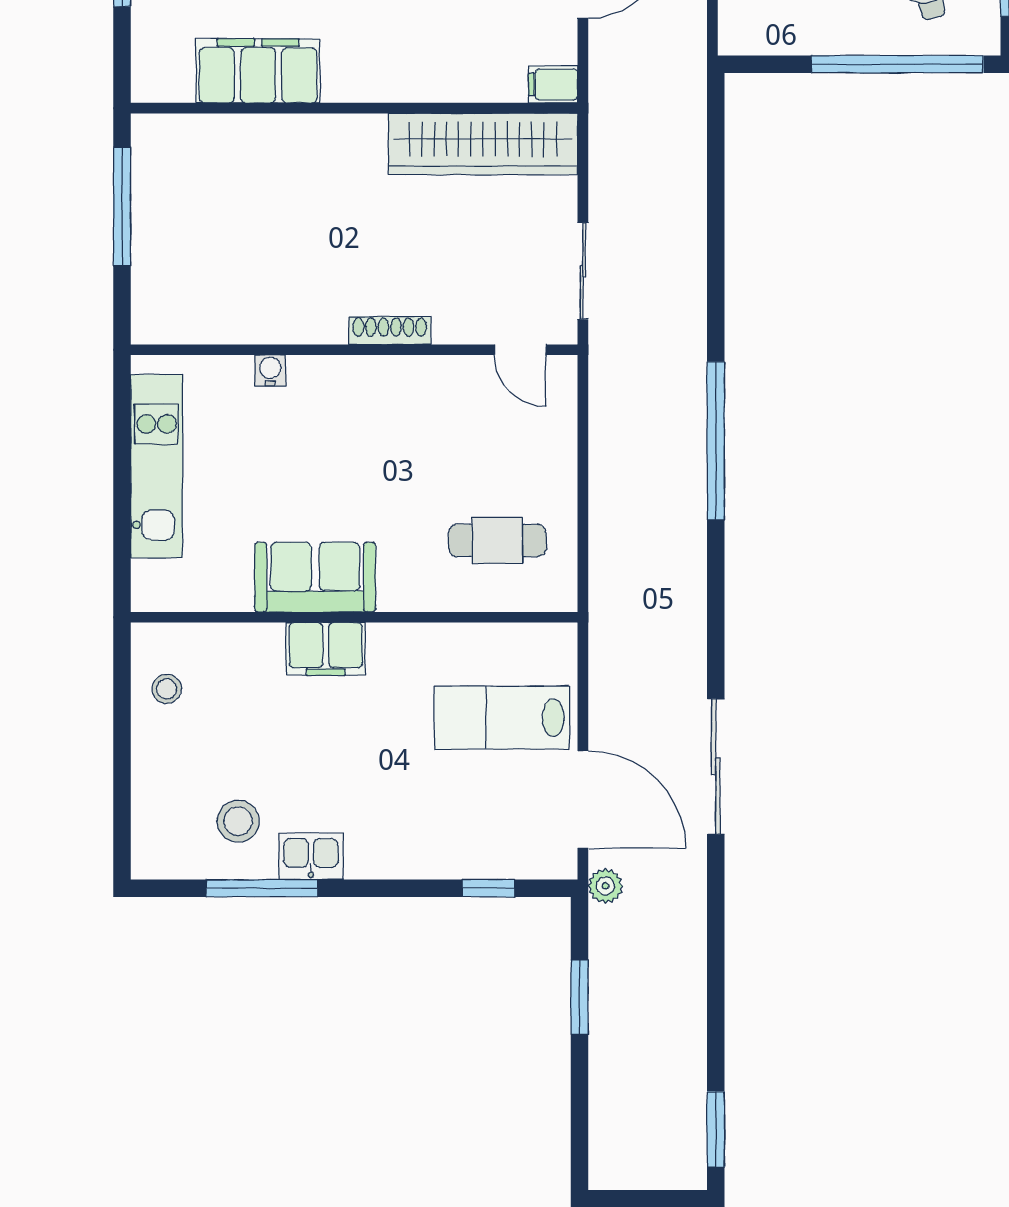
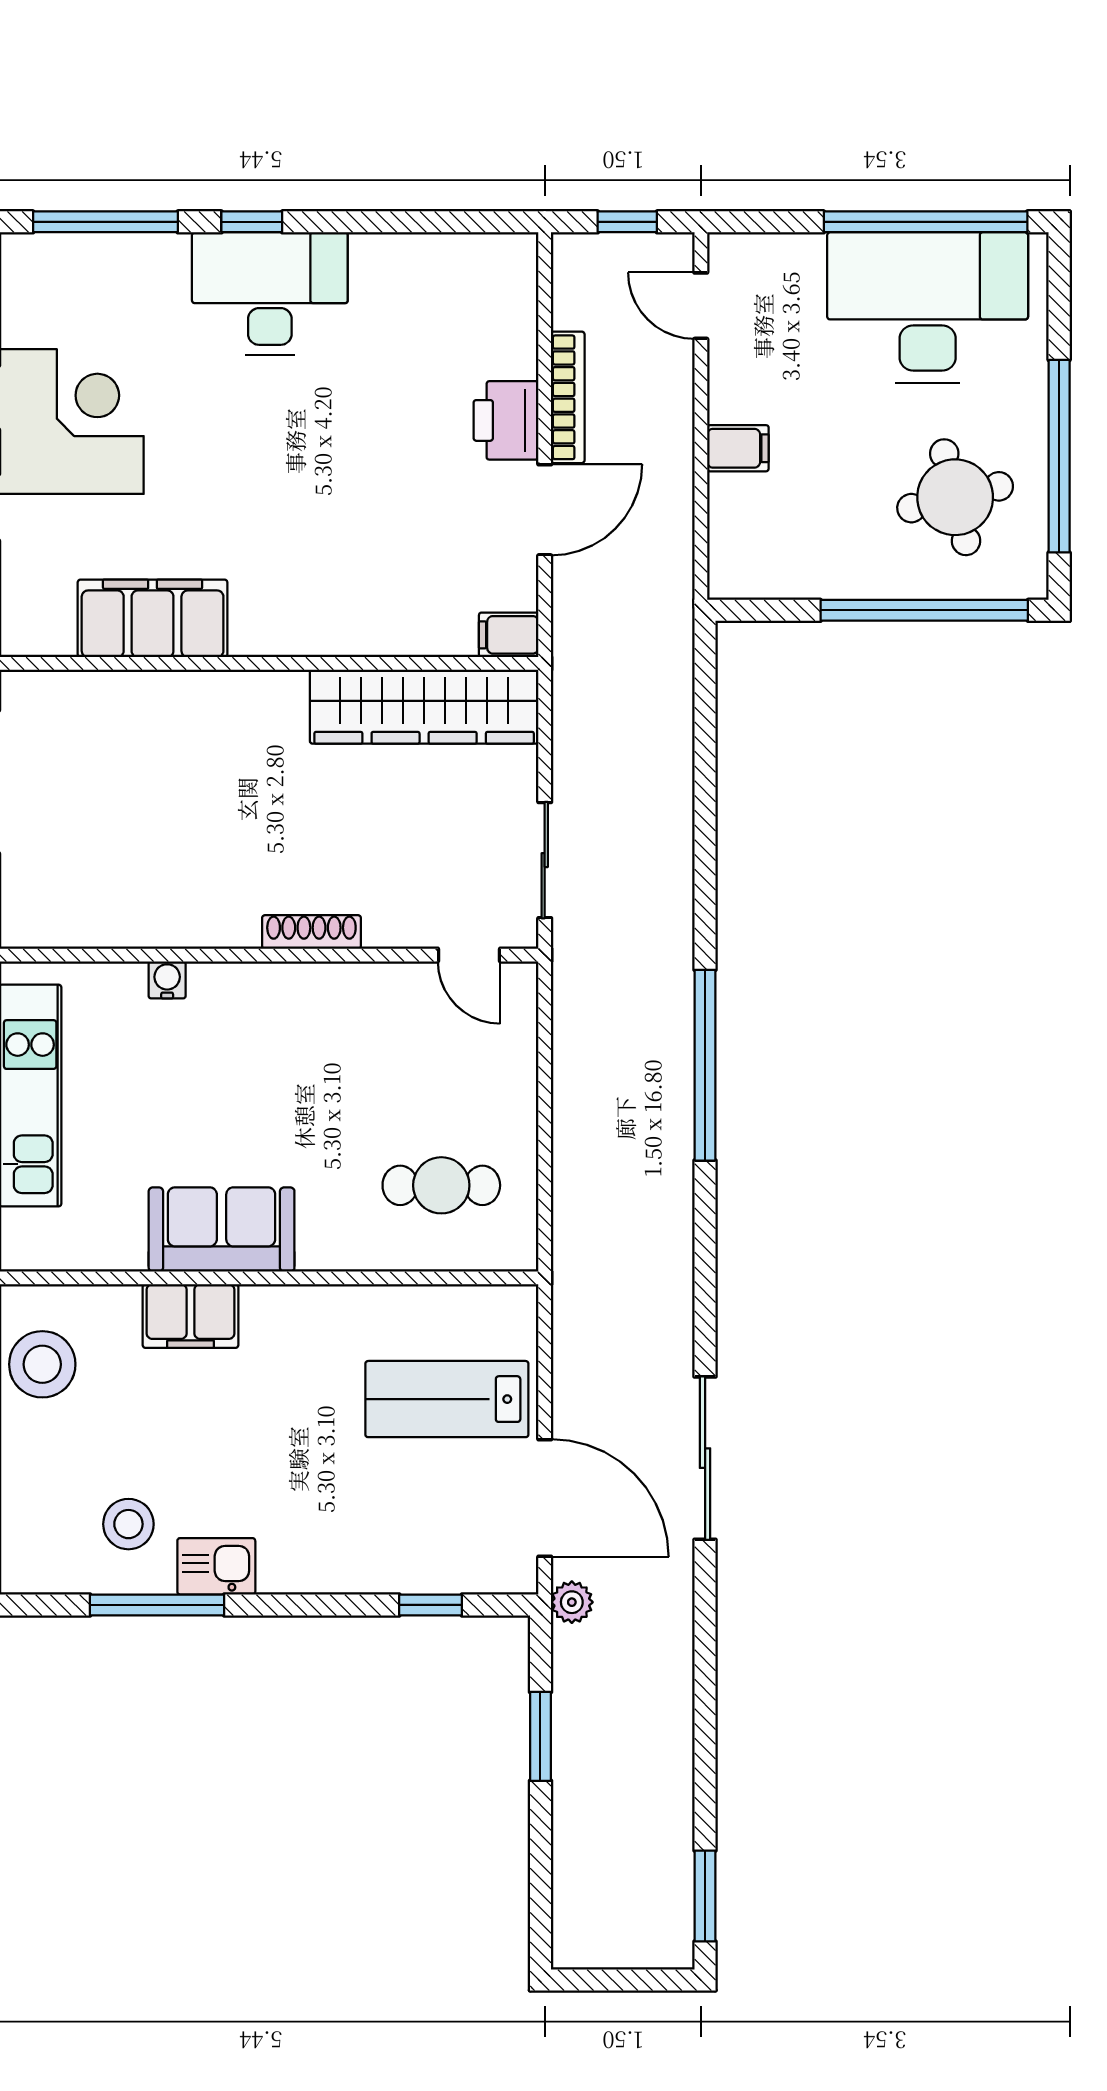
filing cabinet: (326, 649) -> (191, 1316), moved
stool: (167, 689) -> (42, 1364), width x1.89, depth x1.89

